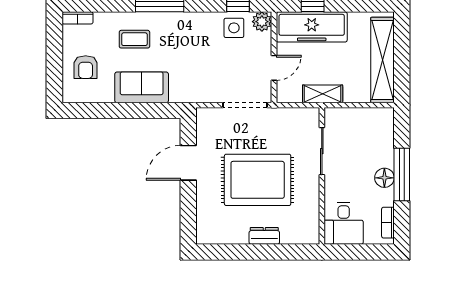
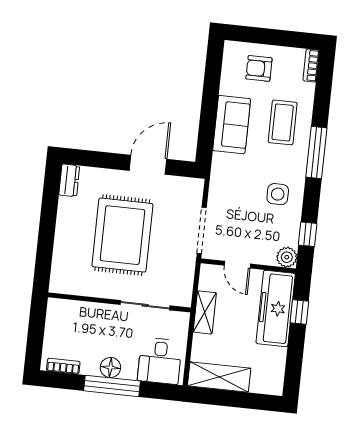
side table: (234, 28) -> (278, 194), moved
coffee table: (134, 39) -> (283, 122), width x1.36, depth x1.30
shelving: (382, 60) -> (219, 377), width x0.68
door: (188, 163) -> (148, 165), hinge flipped
desk: (344, 223) -> (160, 361), moved, turned -90
dresser: (264, 236) -> (69, 180), moved

